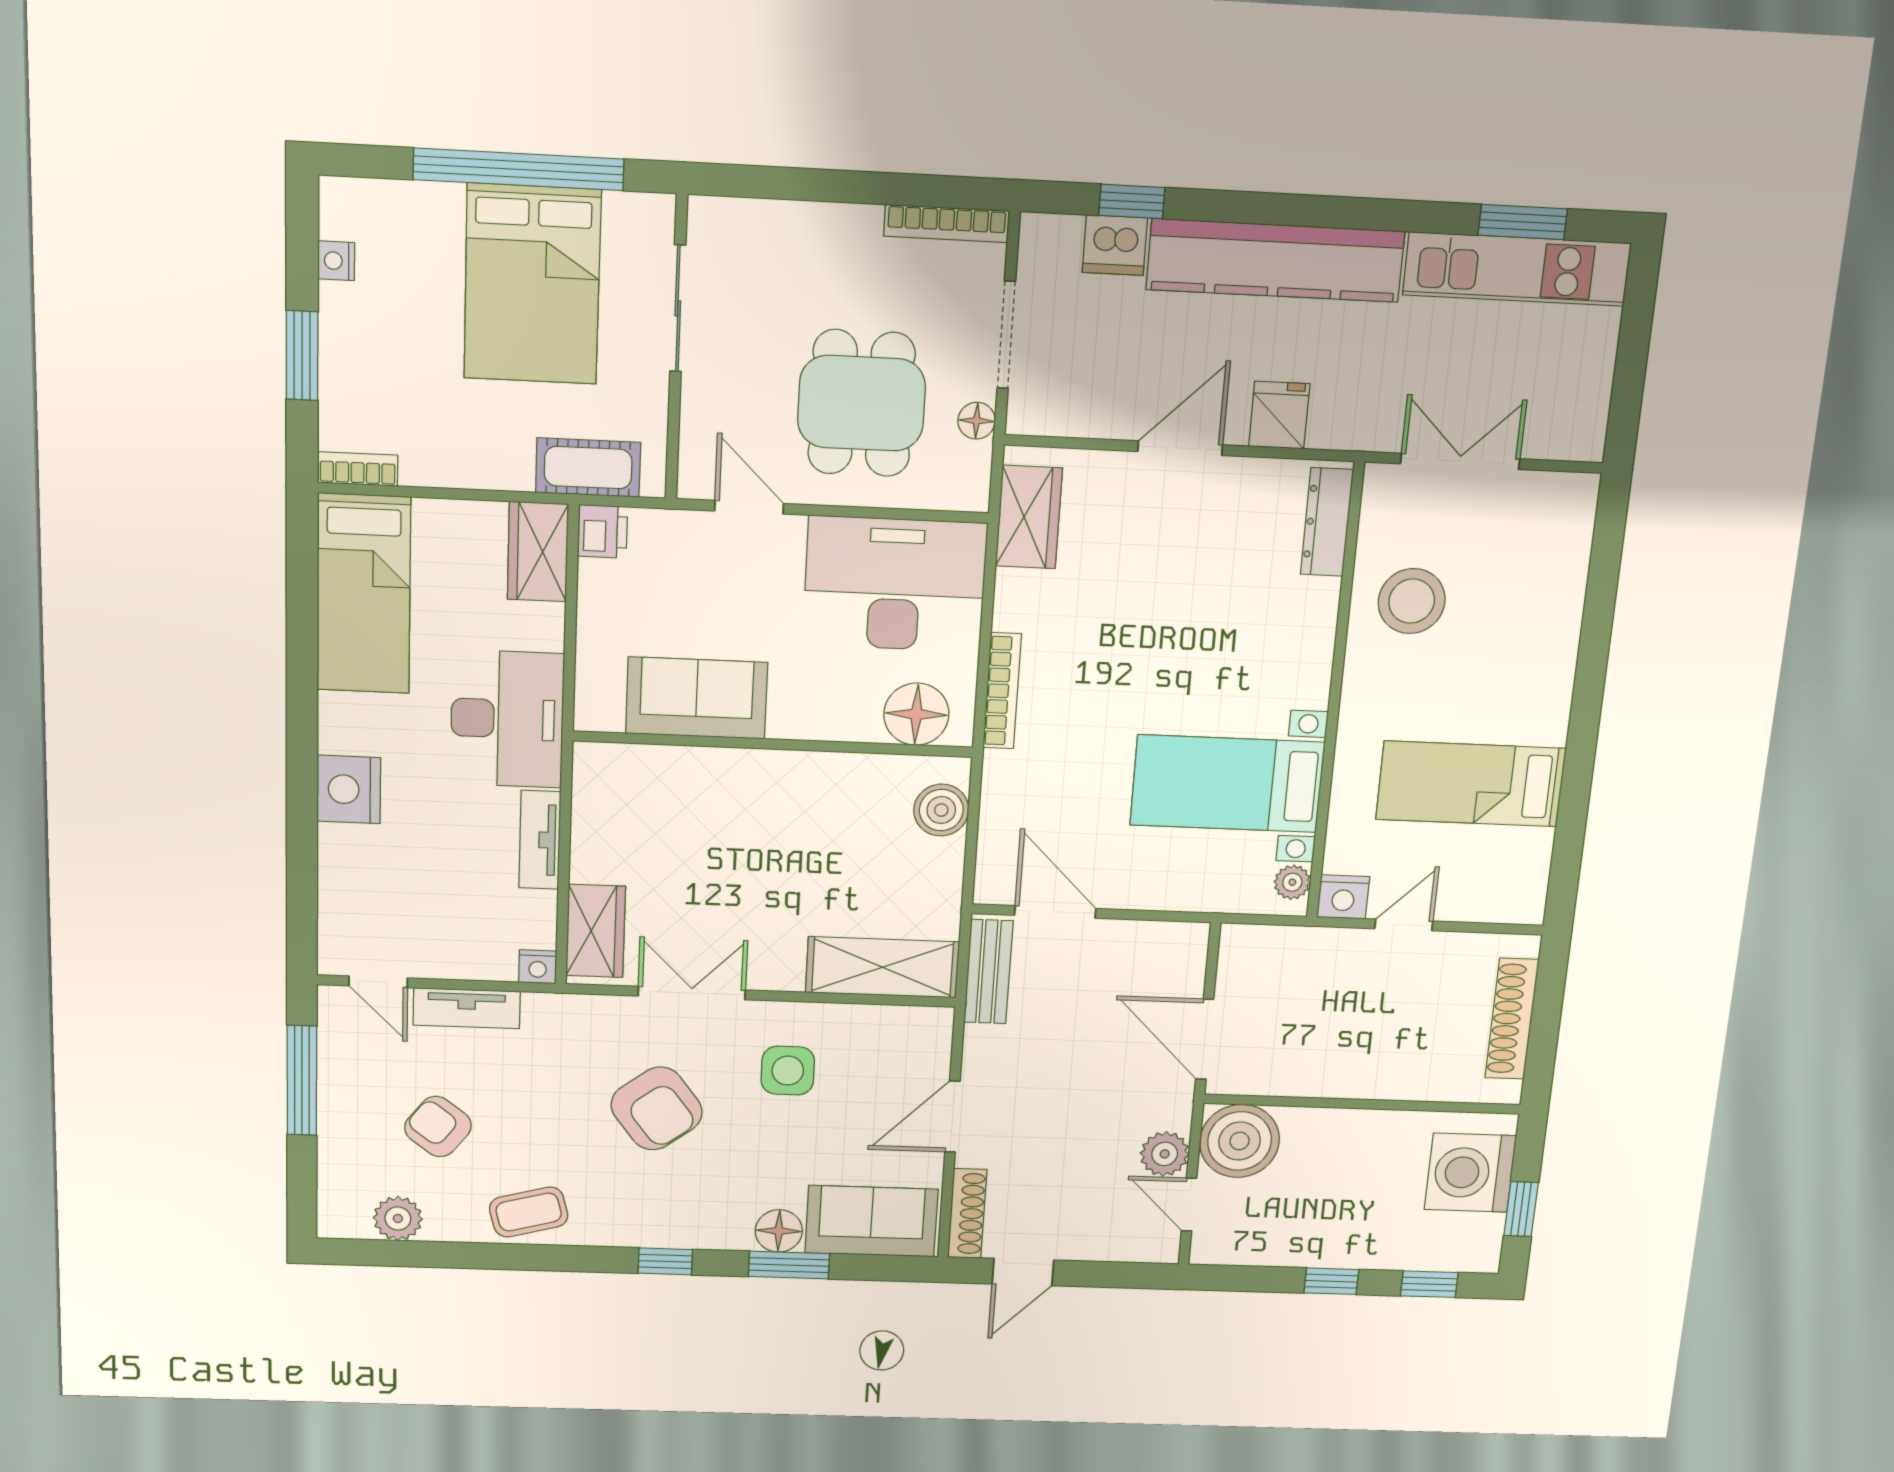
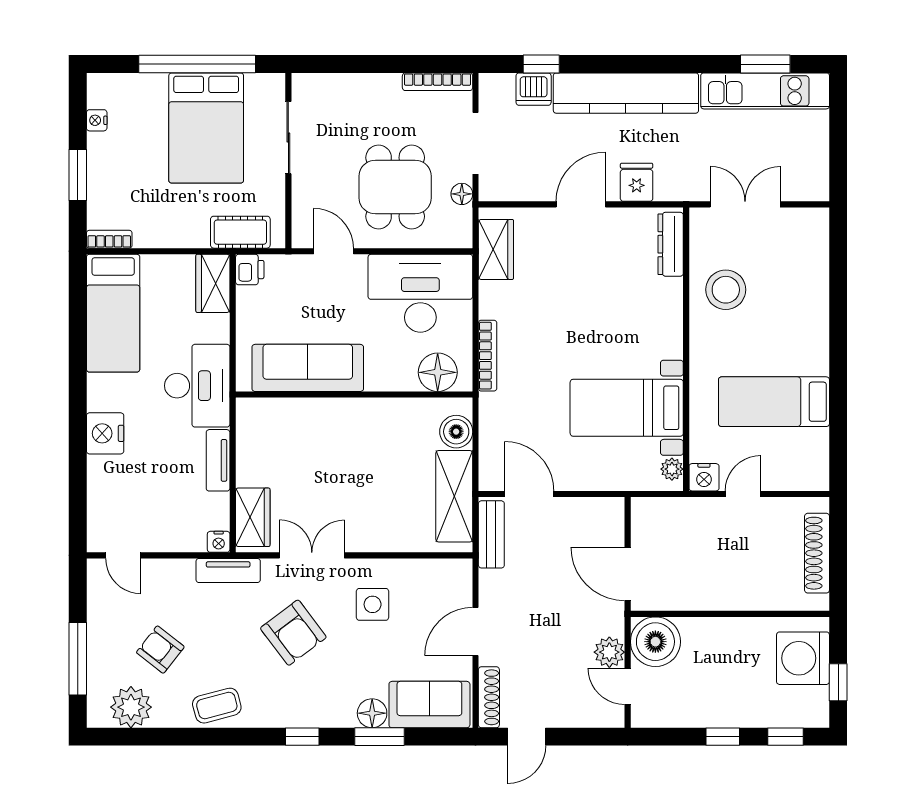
sofa: (697, 698) -> (308, 368), width x1.36
shelving: (882, 967) -> (454, 496), moved, turned 90
tv unit: (467, 1008) -> (228, 571), moved
window: (302, 1080) -> (78, 659), moved
plant: (398, 1218) -> (131, 707), width x1.36, depth x1.36

